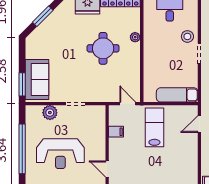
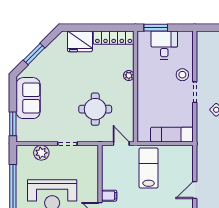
round table: (103, 48) -> (95, 109), moved
sofa: (37, 80) -> (28, 98), moved
door: (199, 124) -> (195, 190), moved
filing cabinet: (116, 132) -> (109, 196), moved

